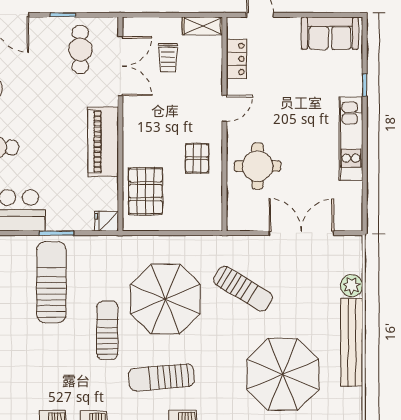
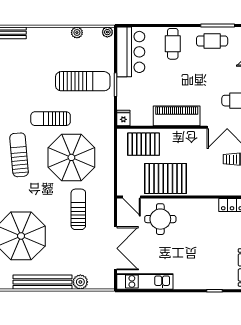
door: (224, 108) -> (132, 197), moved
kitchen unit: (351, 139) -> (145, 281), moved
pallet: (197, 158) -> (166, 179), width x2.05, depth x2.00
sun lounger: (243, 289) -> (78, 209), turned 149
sun lounger: (107, 330) -> (51, 119), turned 180

